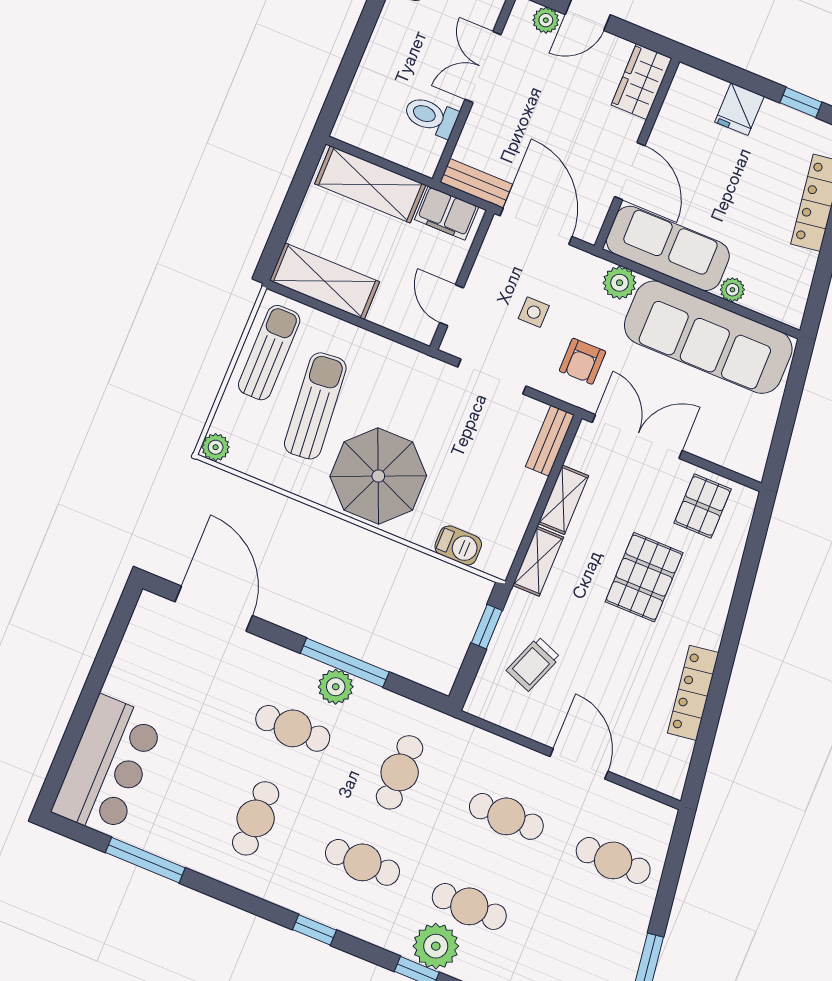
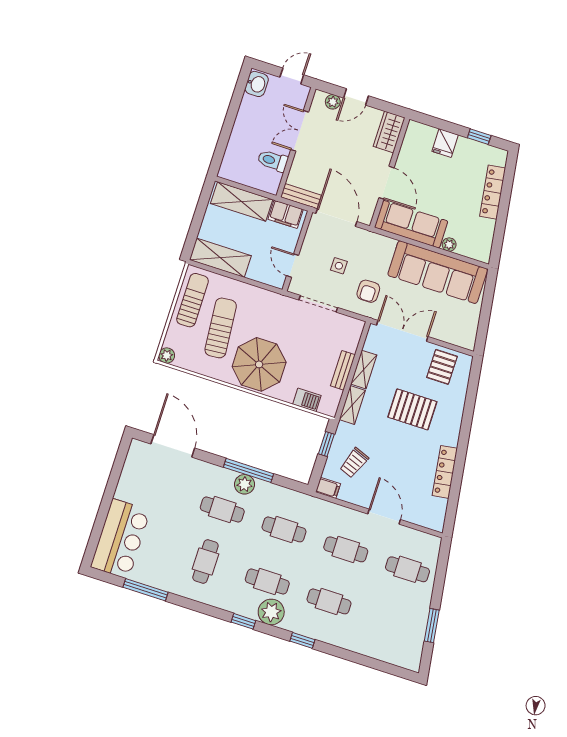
plant: (620, 283) -> (386, 246), removed
bench: (550, 441) -> (343, 370), moved
pallet: (644, 577) -> (412, 409), turned 90
filing cabinet: (483, 705) -> (328, 488), added
cafe table: (400, 772) -> (284, 529), turned 90
plant: (436, 946) -> (271, 612), moved

